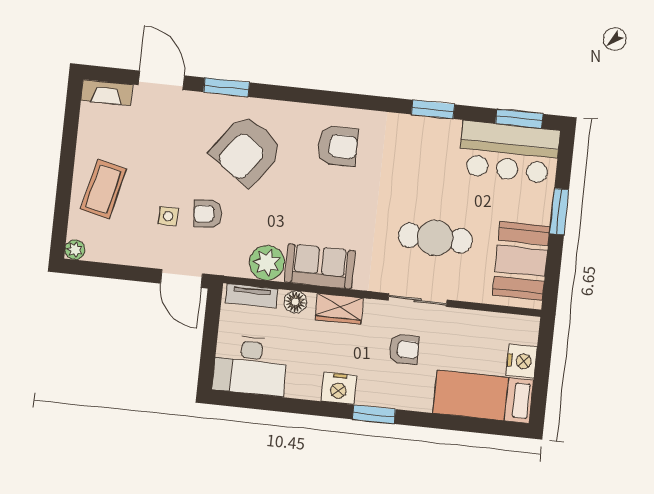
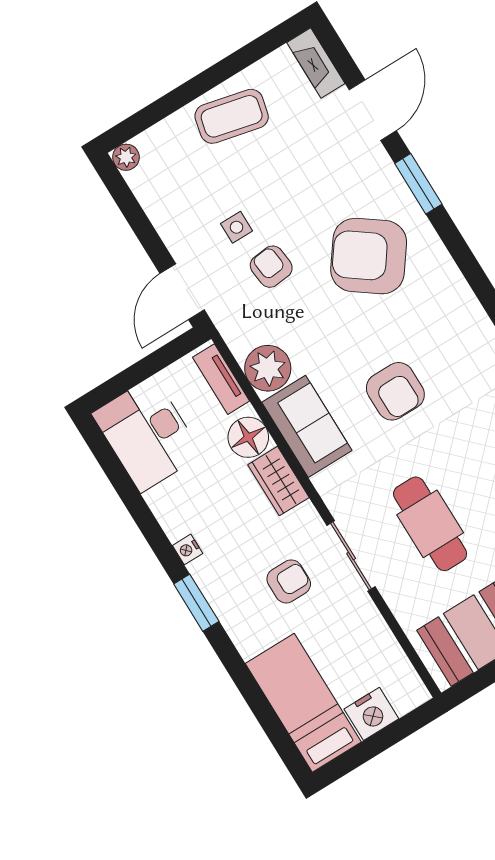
armchair: (338, 146) -> (395, 391), moved
coffee table: (103, 189) -> (232, 116), moved
floor lamp: (295, 302) -> (248, 437), width x1.38, depth x1.38
armchair: (404, 349) -> (289, 581), turned -90
nightstand: (339, 388) -> (188, 549), width x0.53, depth x0.56

